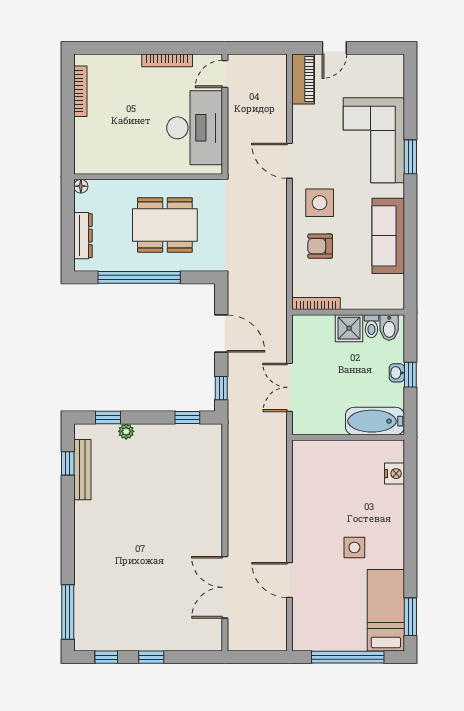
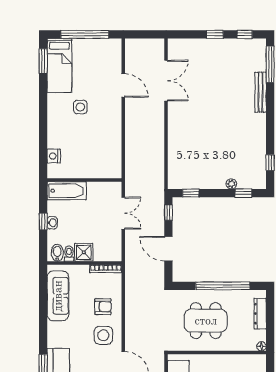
sofa: (388, 236) -> (58, 296), moved
bench: (82, 470) -> (260, 92), moved

